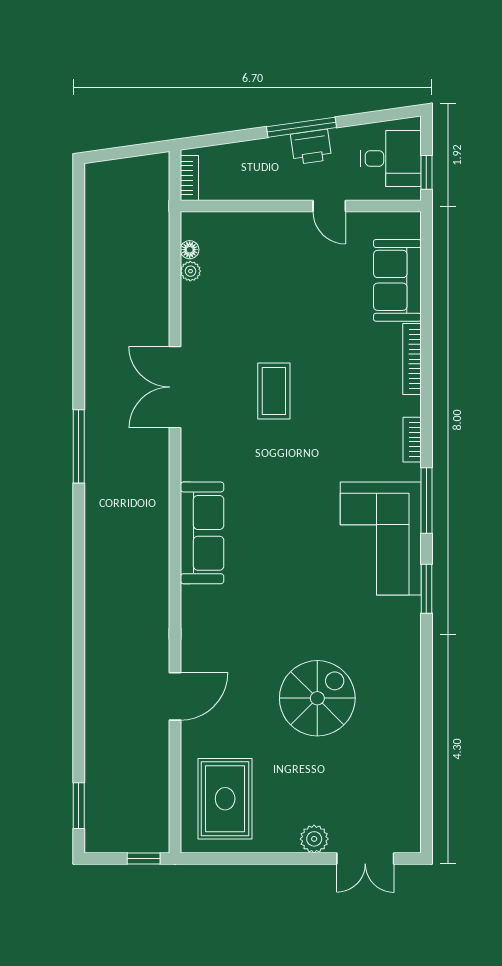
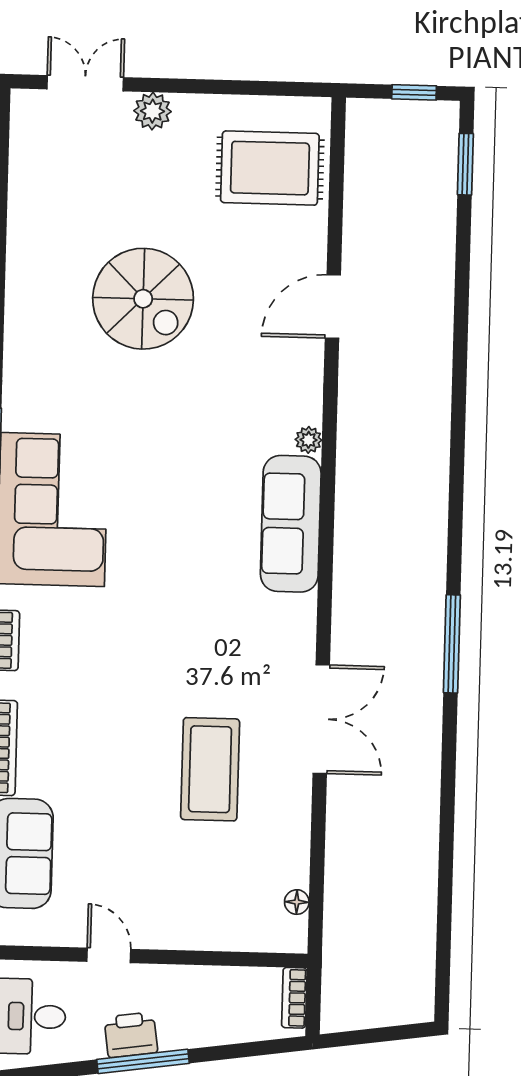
plant: (190, 271) -> (309, 440), moved
coffee table: (274, 391) -> (210, 769), moved, width x1.36, depth x1.32
spiral stairs: (317, 698) -> (143, 299), turned -90
rug: (225, 799) -> (270, 168), turned 90
window: (144, 858) -> (414, 92), moved

